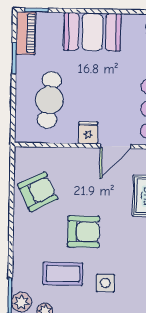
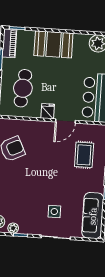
armchair: (84, 232) -> (41, 177), removed
coffee table: (63, 274) -> (26, 204), removed

